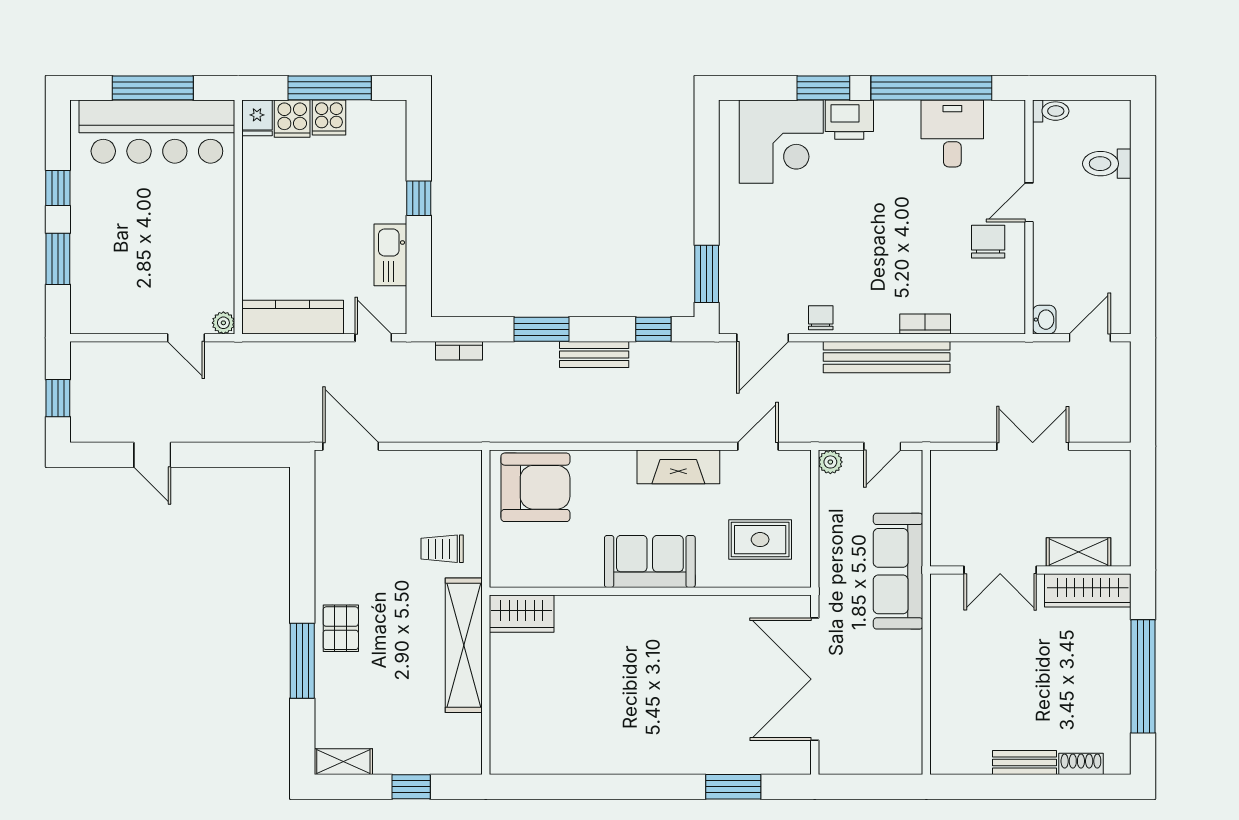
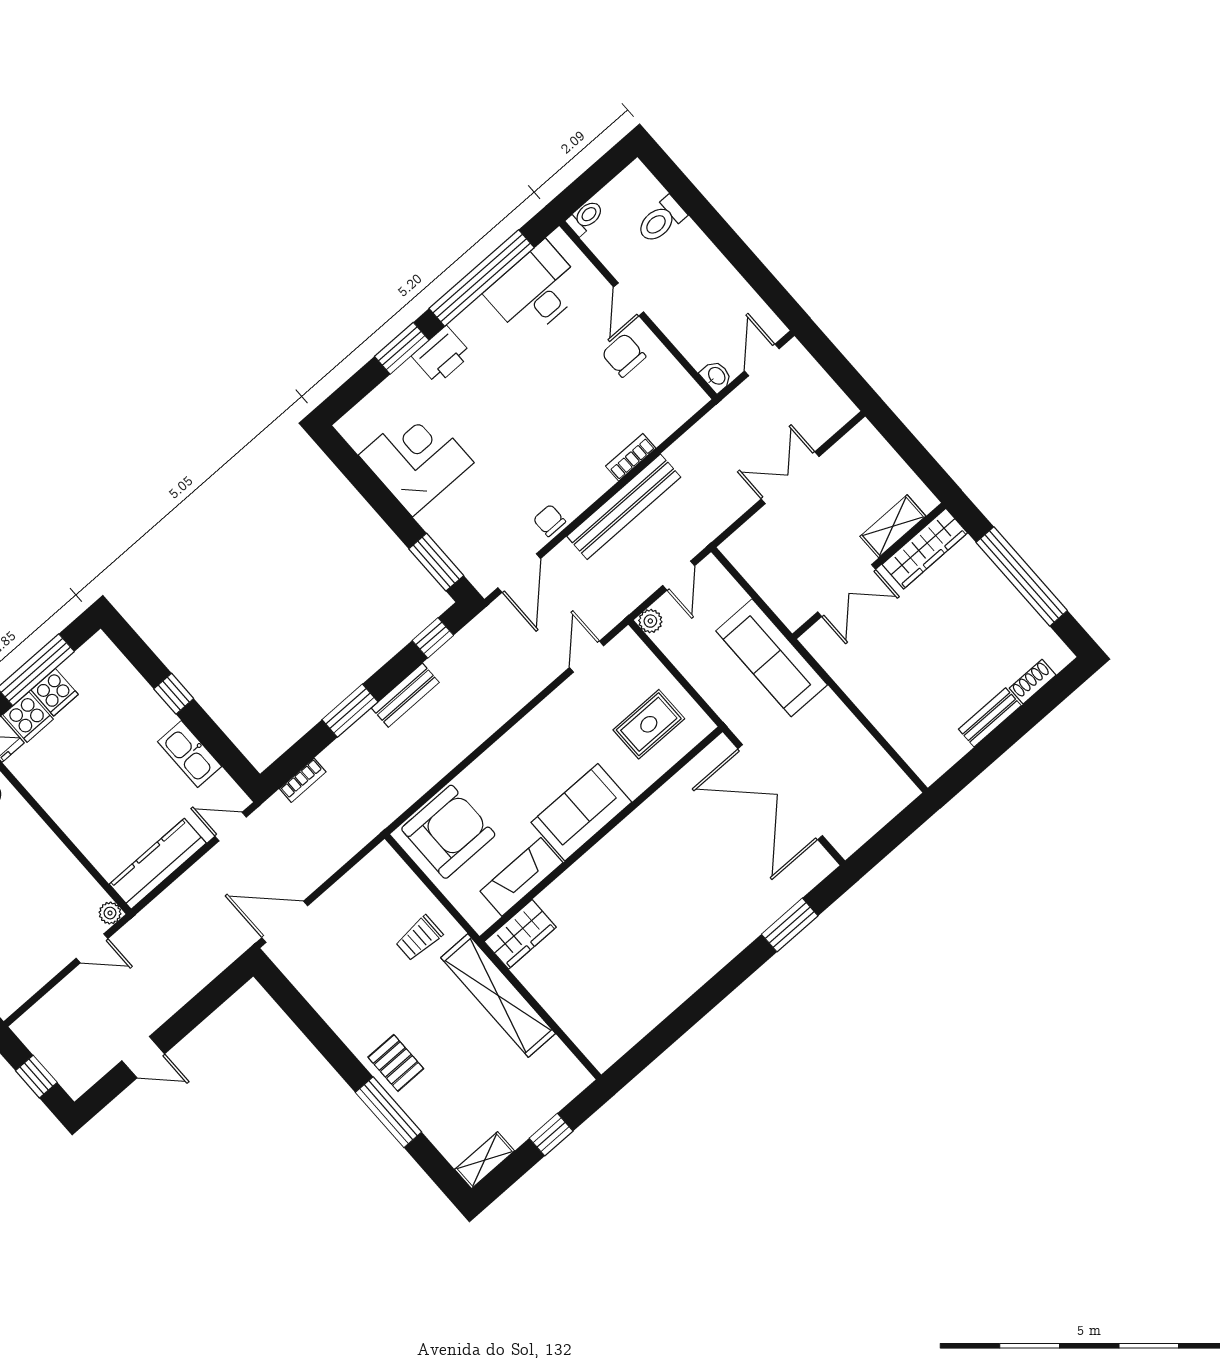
desk: (952, 133) -> (536, 291), width x1.37
corner desk: (781, 142) -> (416, 459), moved, turned -90
fireplace: (678, 467) -> (521, 877), moved, turned 180

